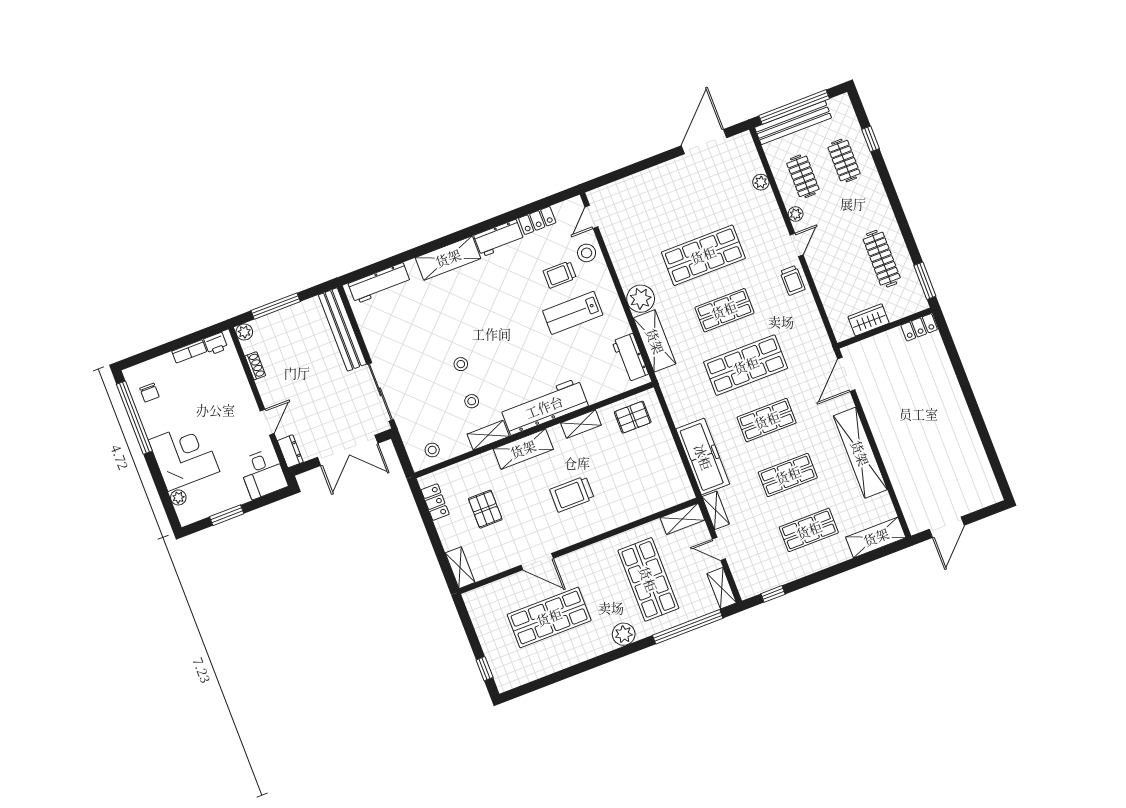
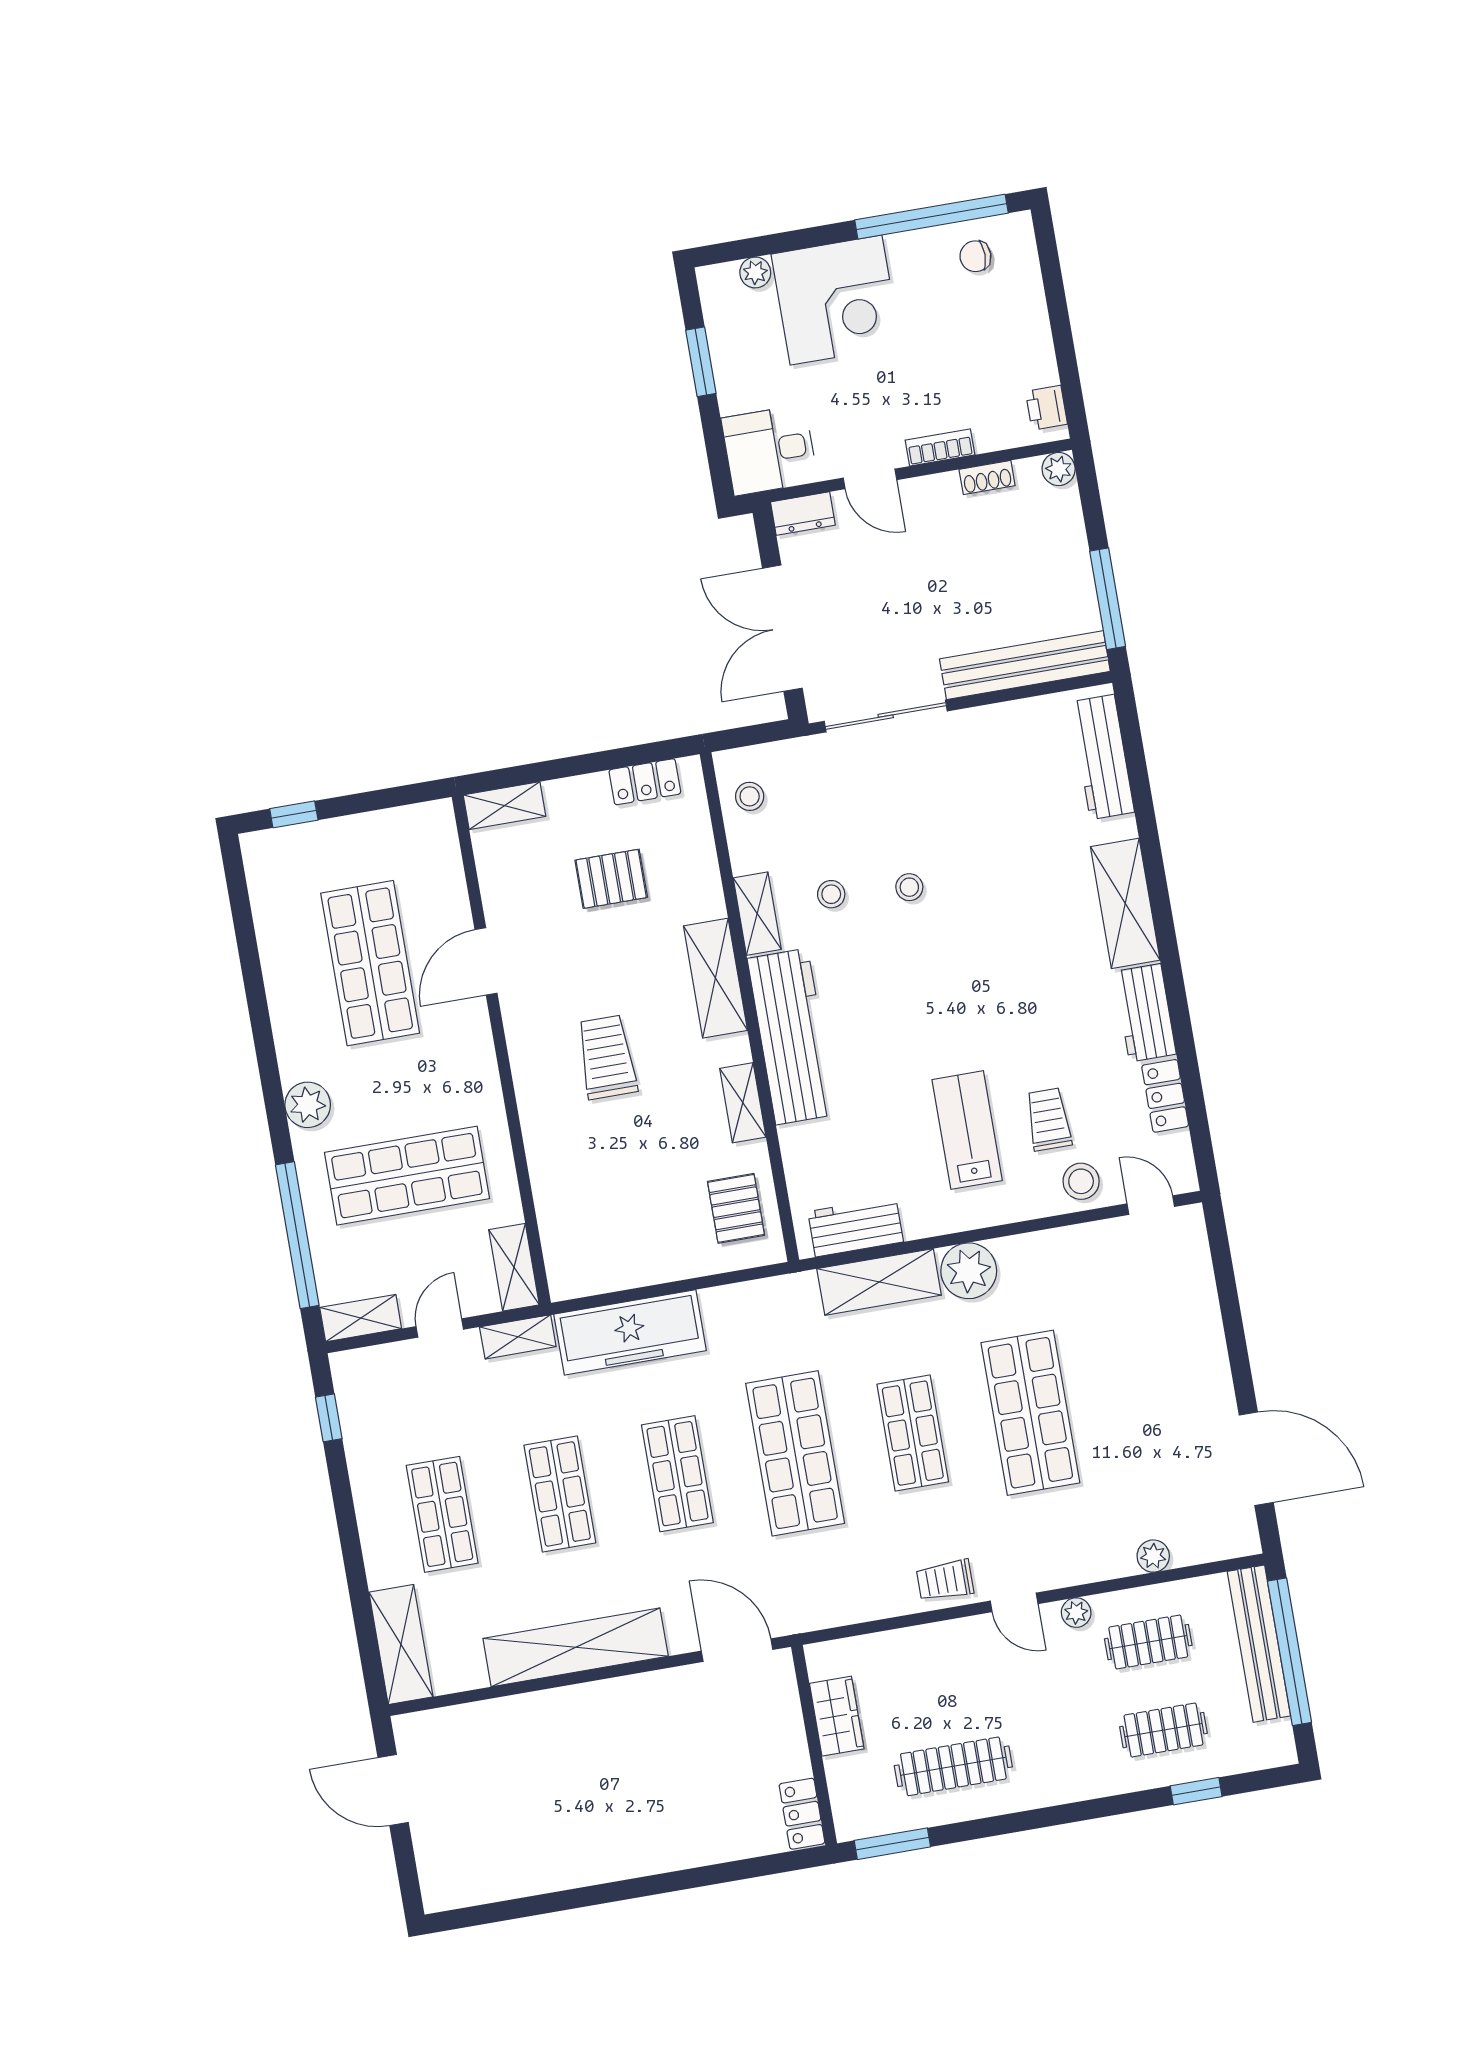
window: (276, 306) -> (1108, 599), moved
bookcase: (189, 351) -> (940, 447), moved, turned 90

